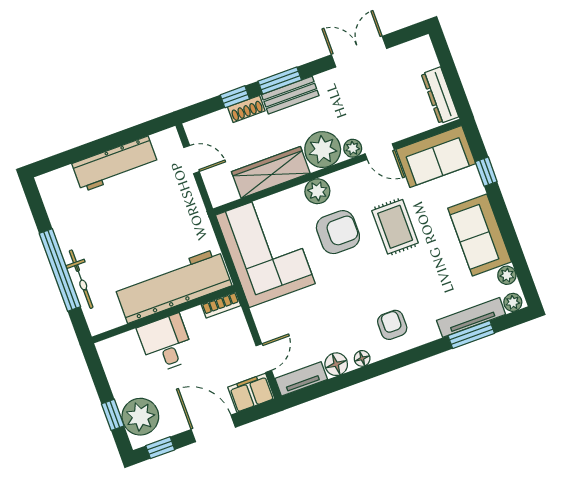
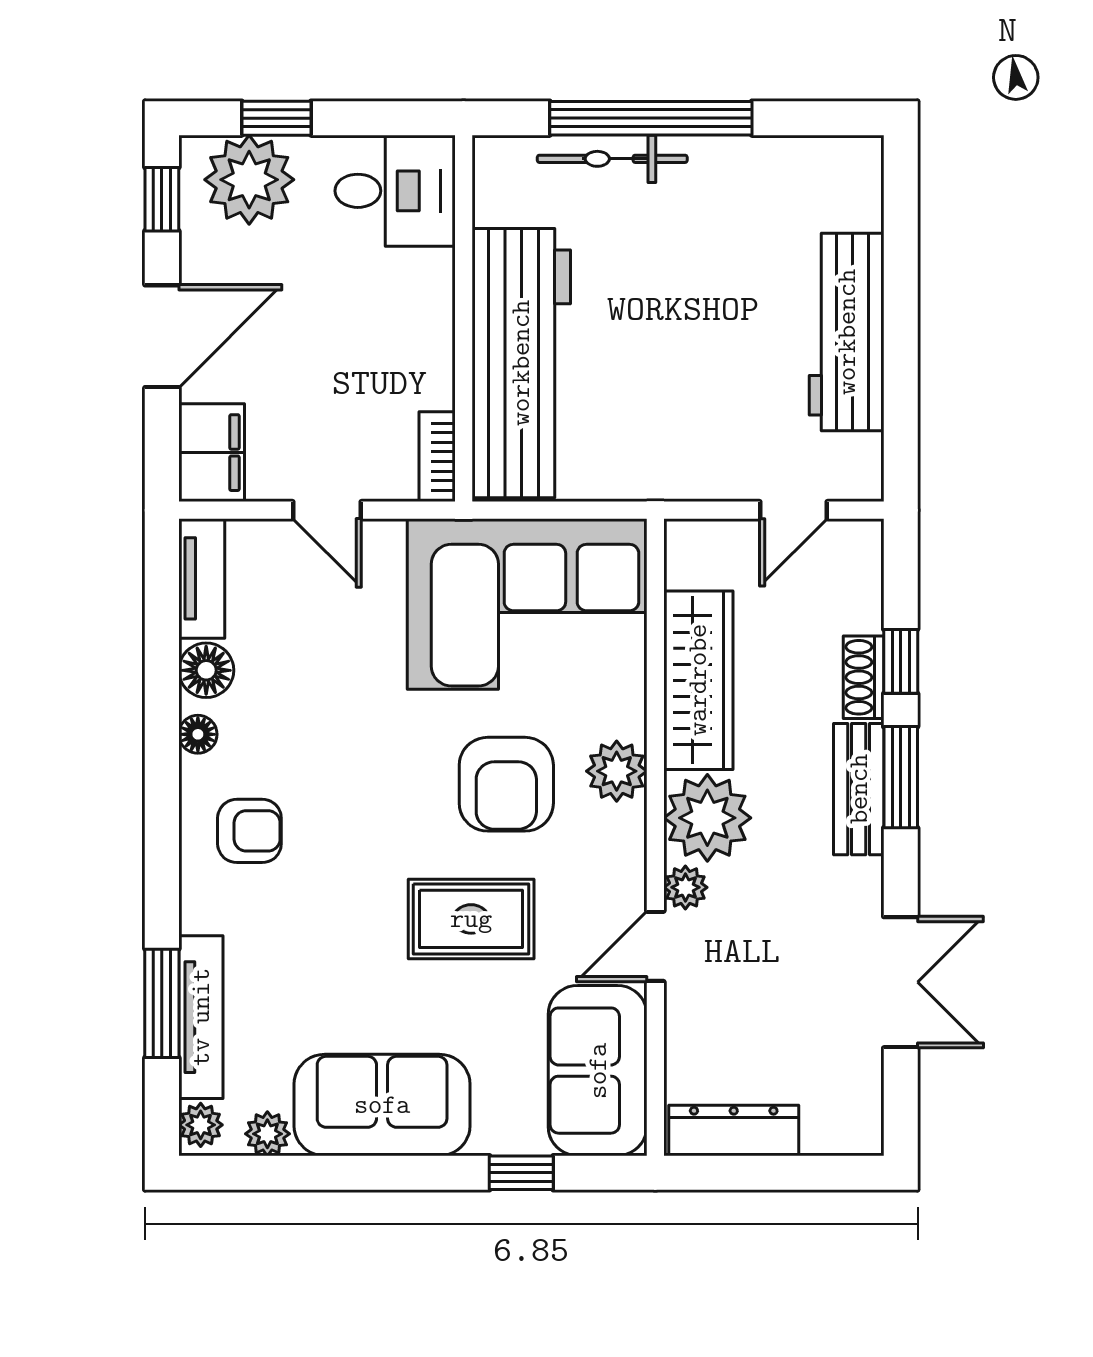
desk: (166, 343) -> (395, 191), moved
door: (264, 358) -> (327, 510), moved

